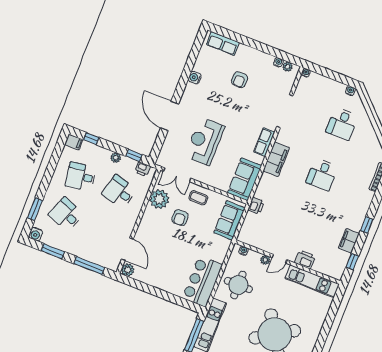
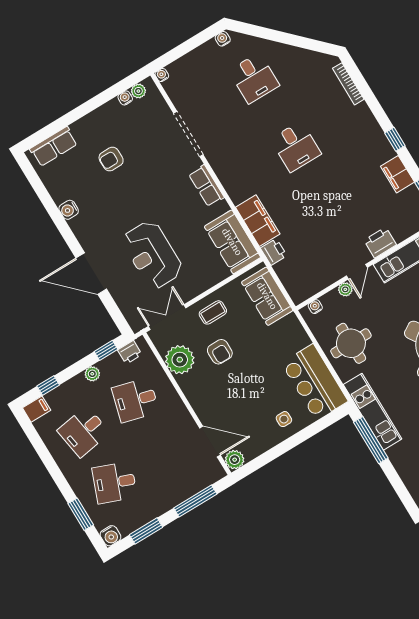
armchair: (240, 80) -> (111, 159), turned 90
filing cabinet: (276, 159) -> (258, 221), moved
double door: (177, 175) -> (167, 317), swing flipped
side table: (170, 280) -> (284, 419), added

